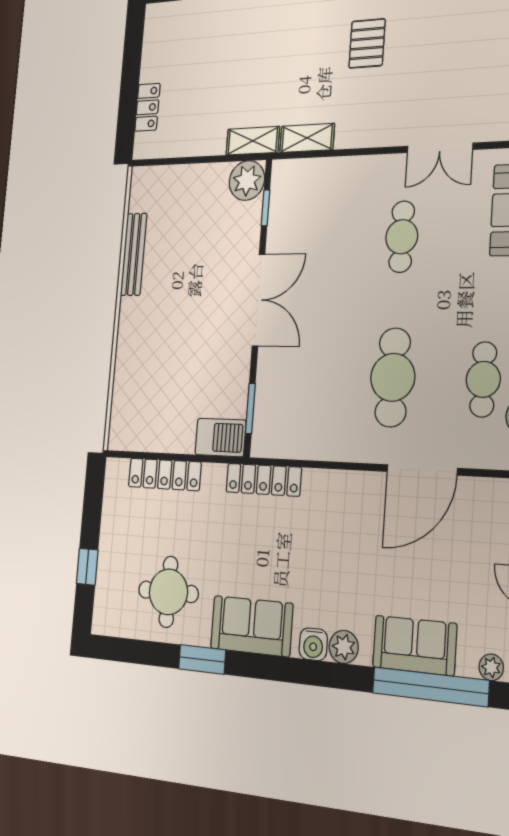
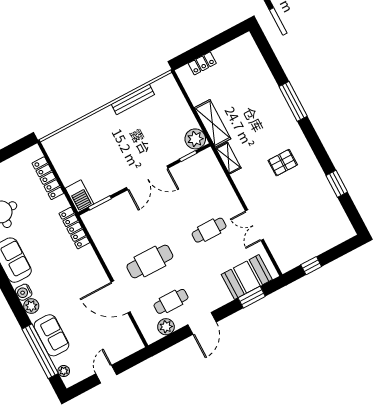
shelving: (253, 141) -> (212, 123), width x1.50, depth x1.33

